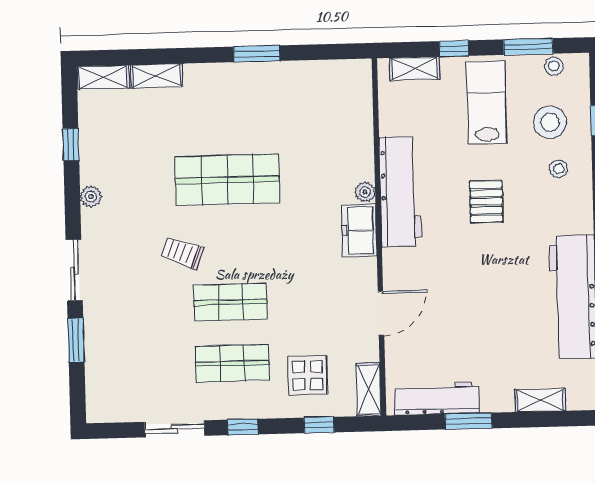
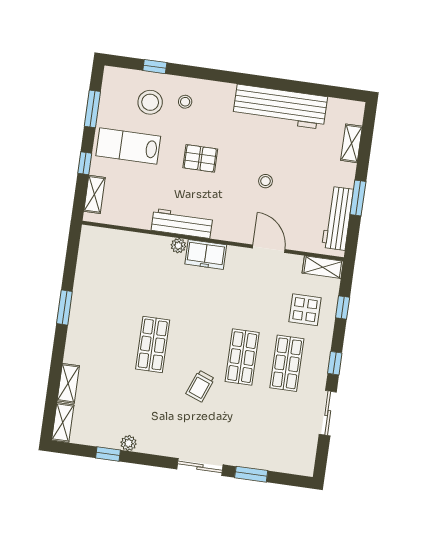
stool: (554, 66) -> (265, 181), moved
shop shelf: (227, 180) -> (153, 344), width x0.70, depth x0.74
workbench: (400, 192) -> (182, 223), width x0.73, depth x0.76
plant: (91, 197) -> (129, 443), moved

